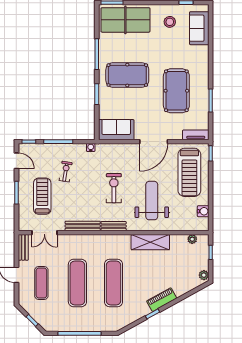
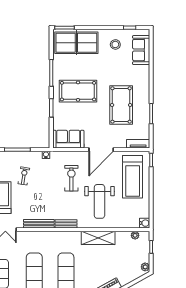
exercise bike: (114, 188) -> (71, 178), moved
weight bench: (152, 201) -> (99, 201), turned 180
water cooler: (203, 211) -> (145, 223), moved

